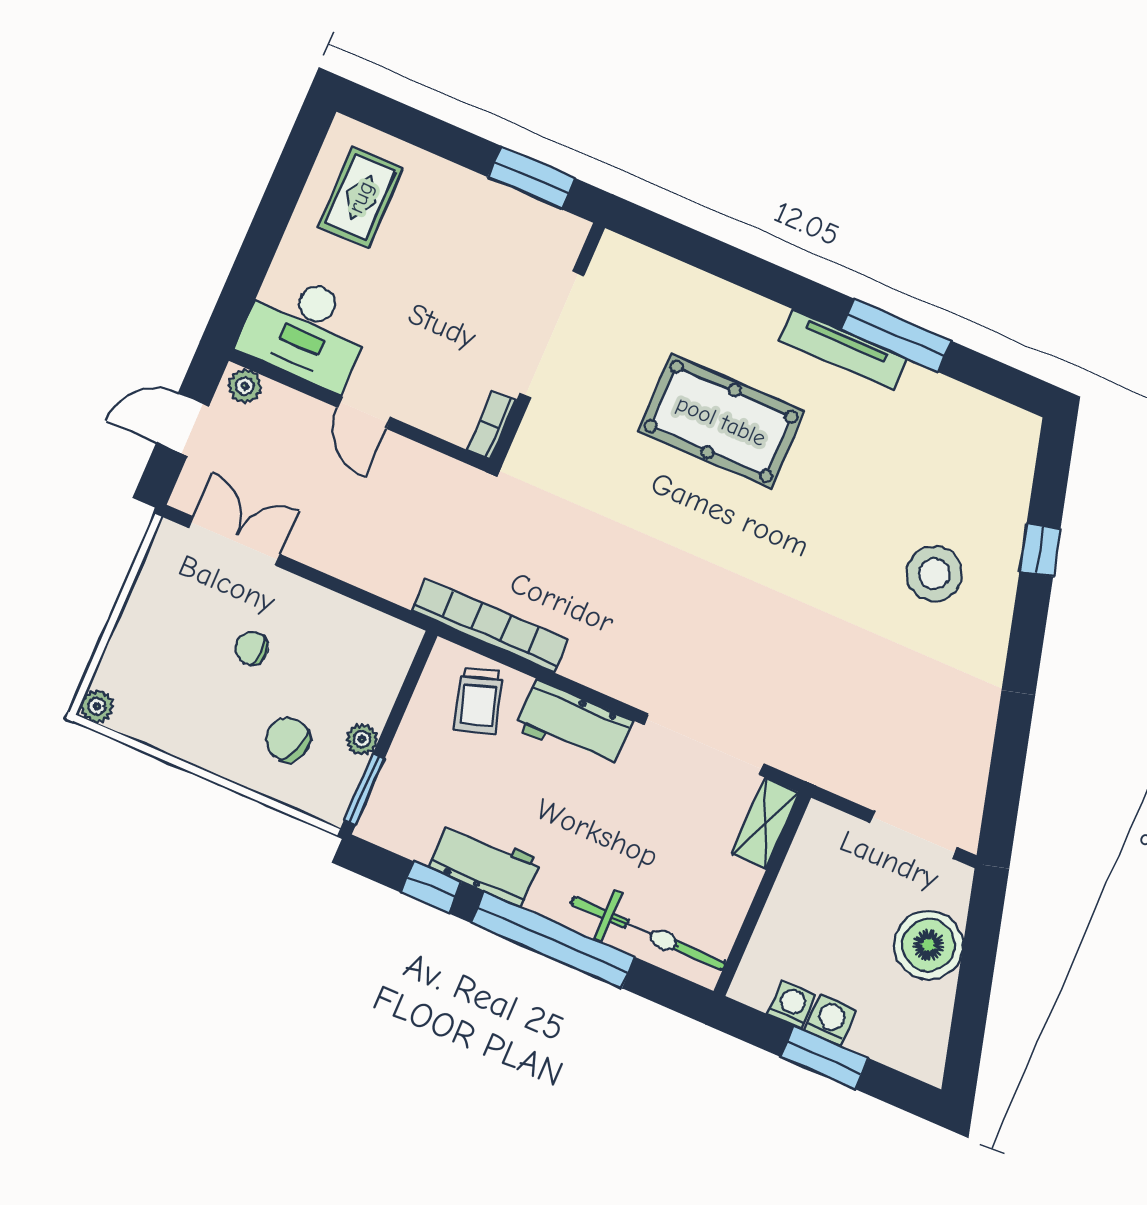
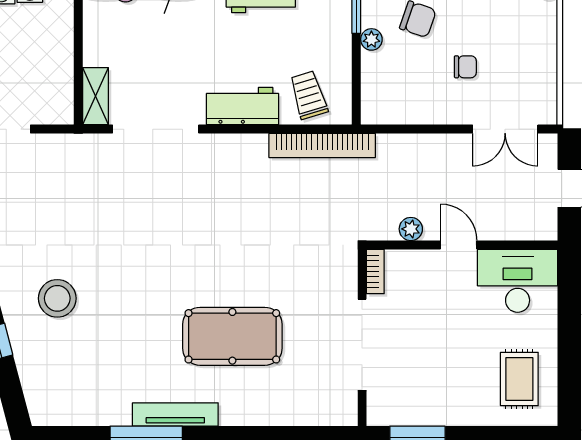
plant: (245, 386) -> (411, 229), moved

